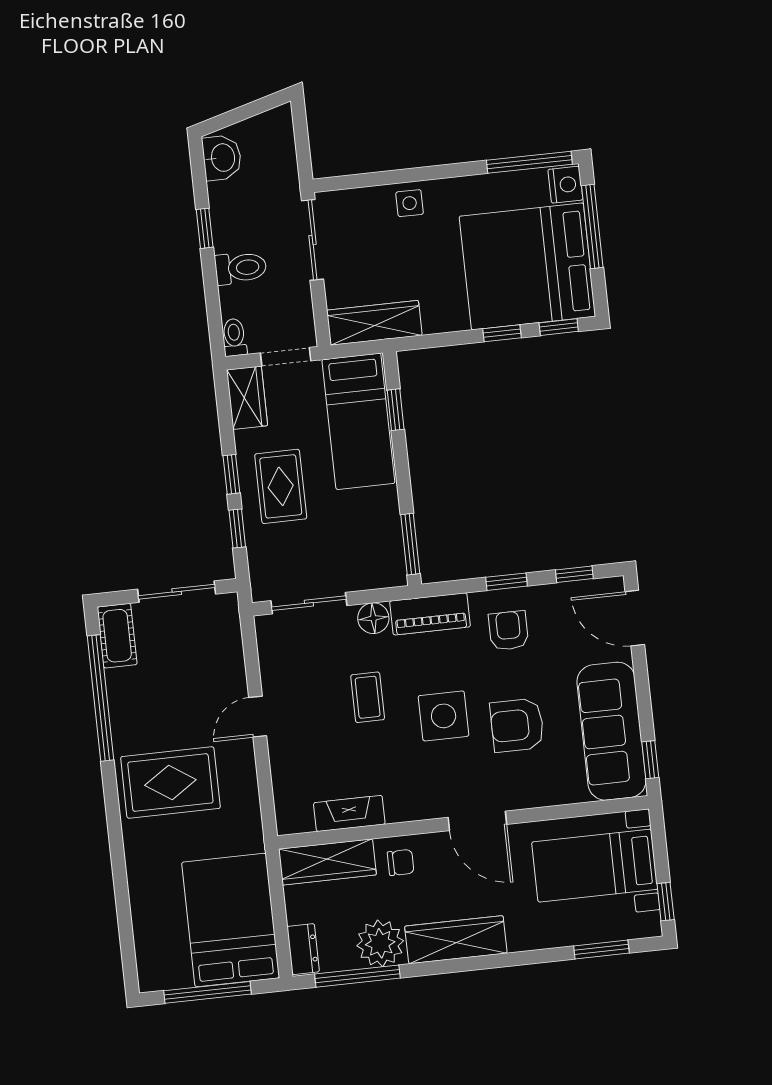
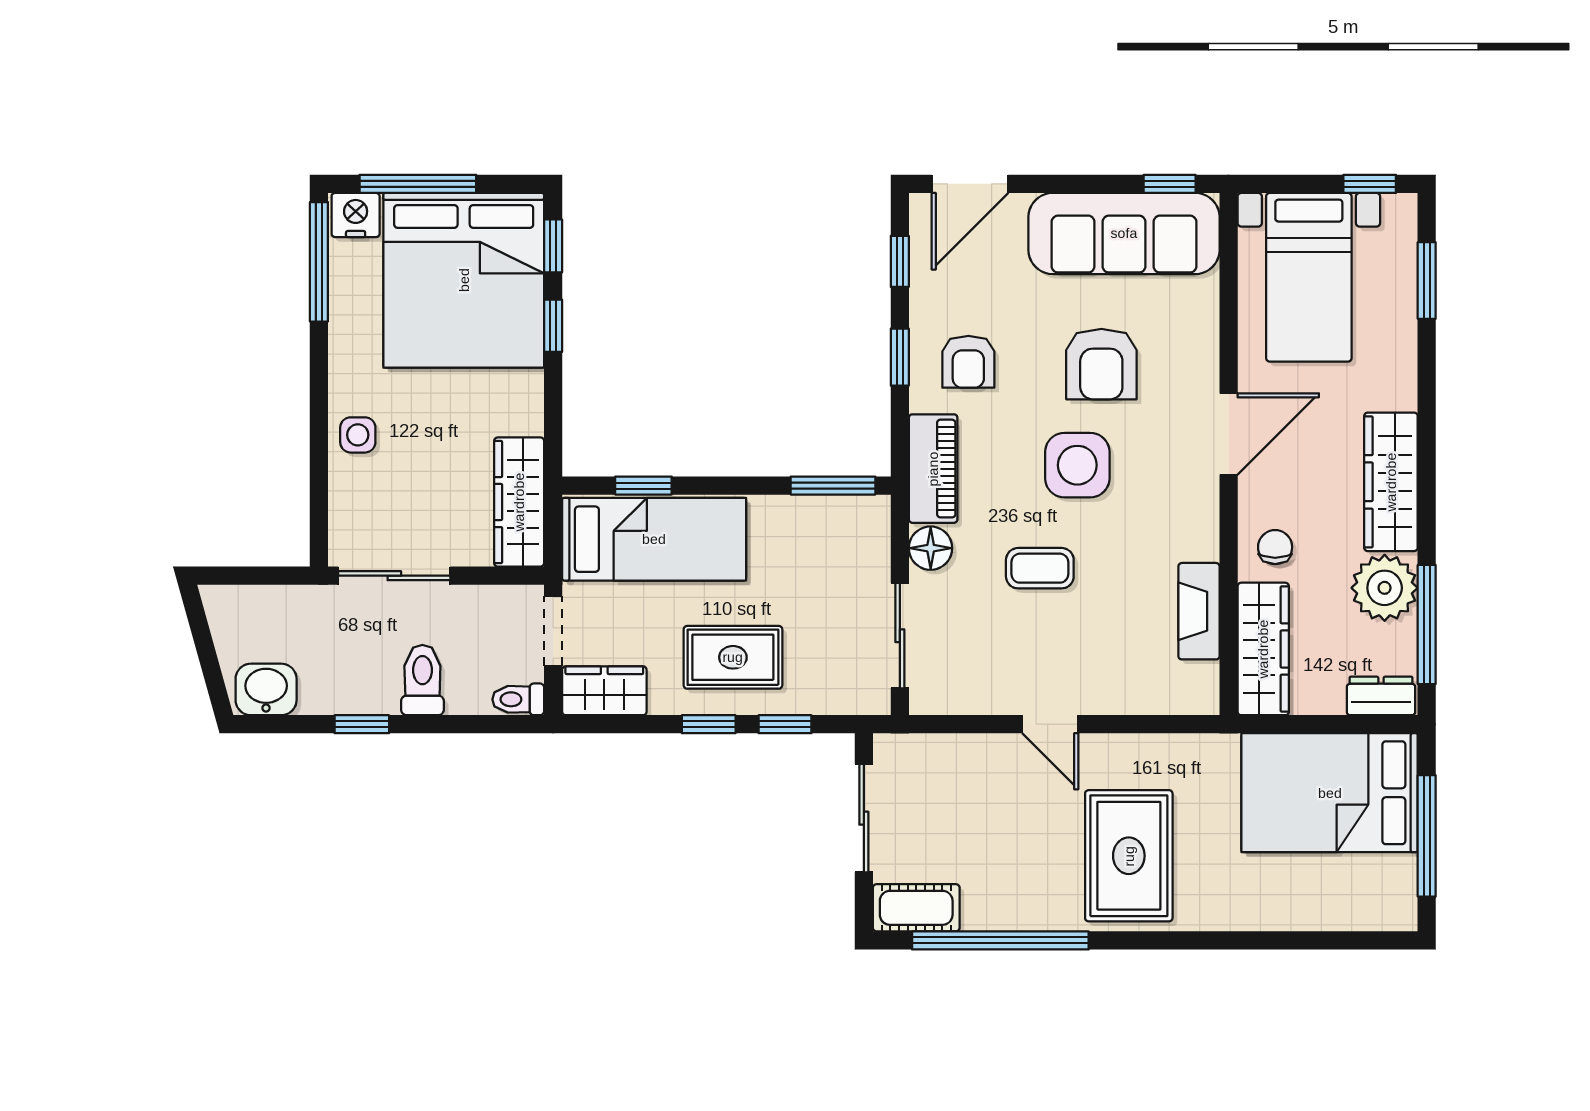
armchair: (508, 631) -> (968, 362), turned -90

